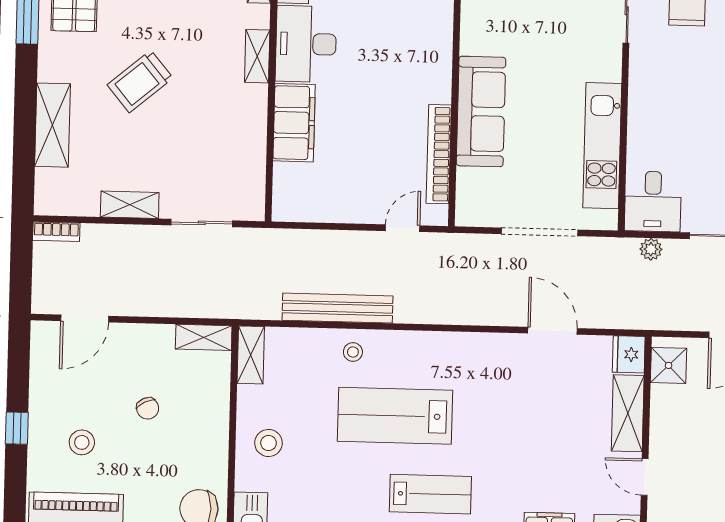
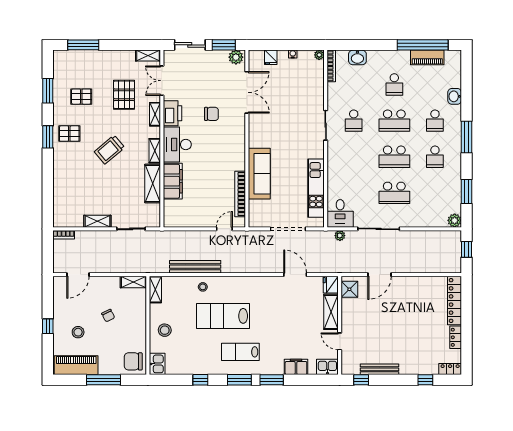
trolley: (140, 81) -> (109, 150), moved
shelving: (52, 125) -> (153, 184), moved
lab bench: (430, 494) -> (240, 352), turned 180

